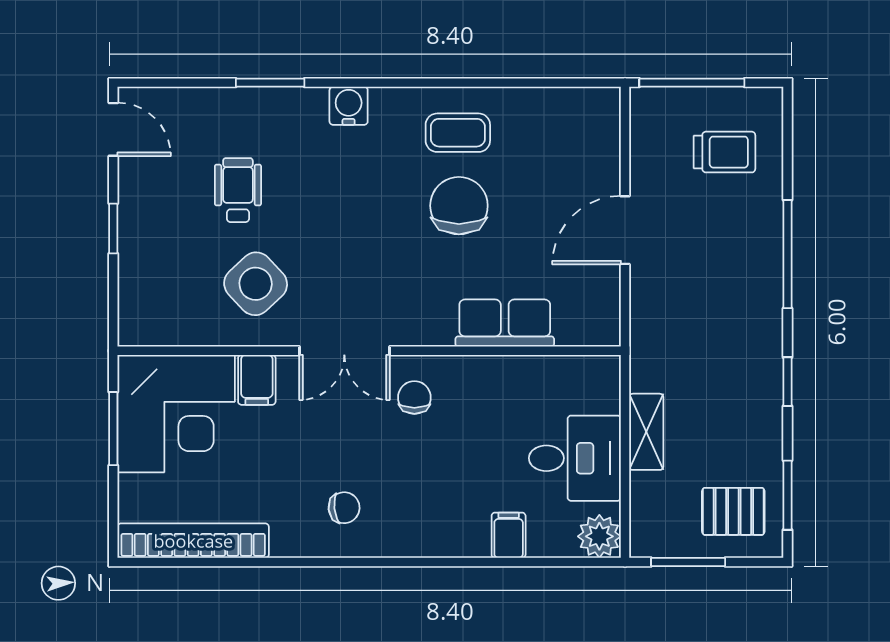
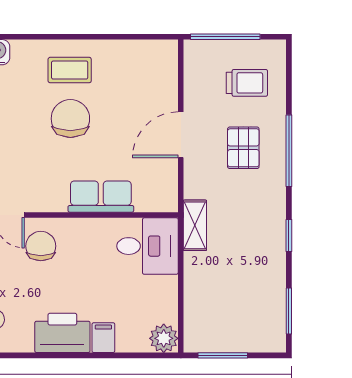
chair: (414, 397) -> (41, 246), width x1.37, depth x1.37
shelving: (646, 432) -> (195, 225), moved
desk: (575, 458) -> (147, 246), moved
pallet: (733, 511) -> (243, 148), moved, turned 90
printer: (447, 528) -> (62, 333), added

